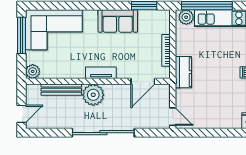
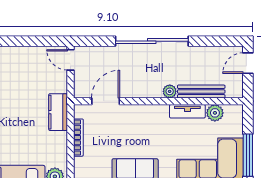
plant: (33, 71) -> (215, 113), moved
tv unit: (101, 73) -> (187, 111), moved
plant: (93, 95) -> (170, 91), width x0.53, depth x0.53

